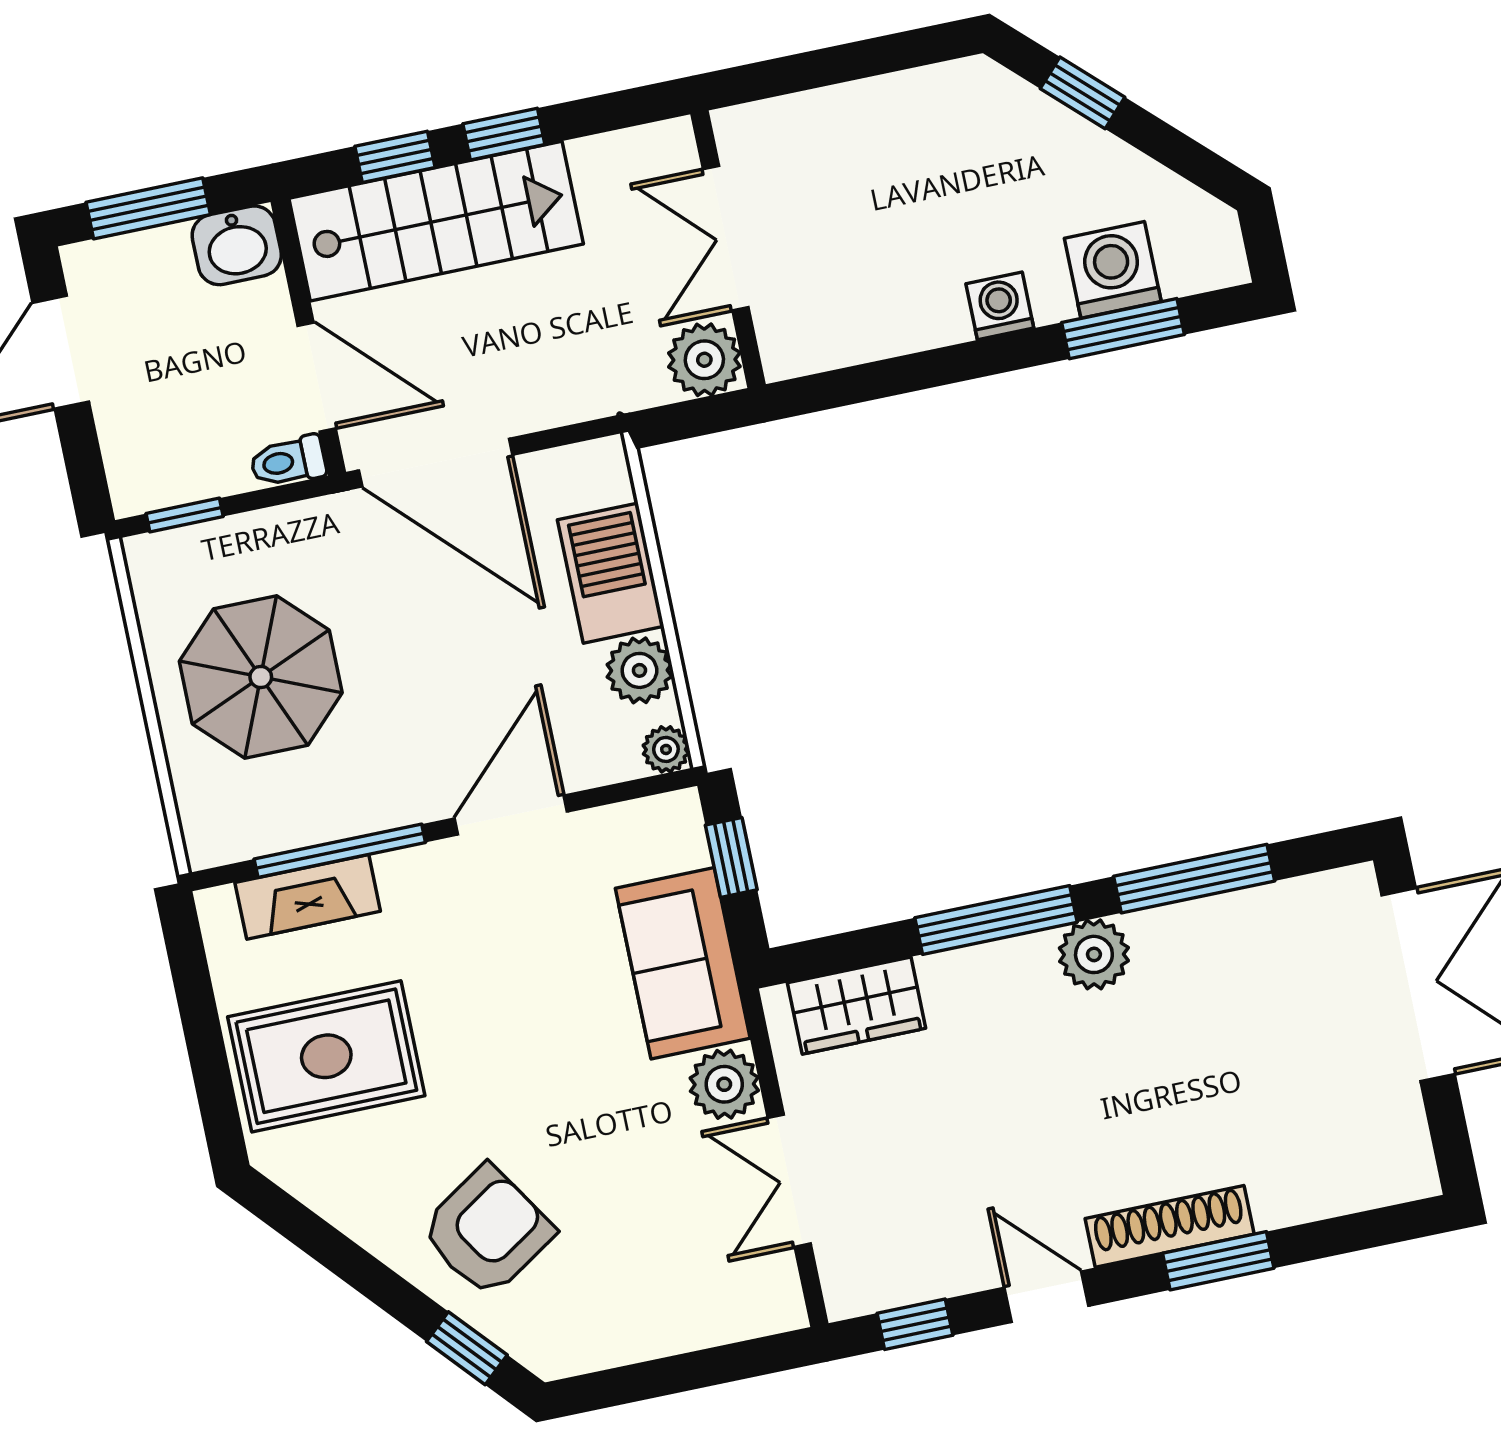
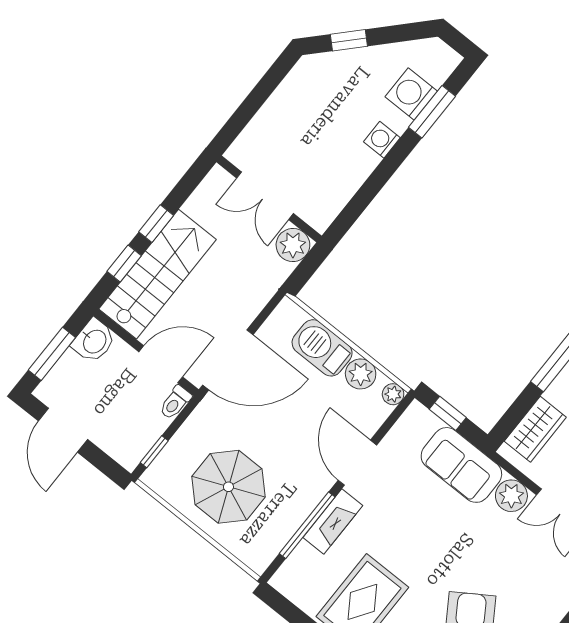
fireplace: (308, 897) -> (333, 521), moved

